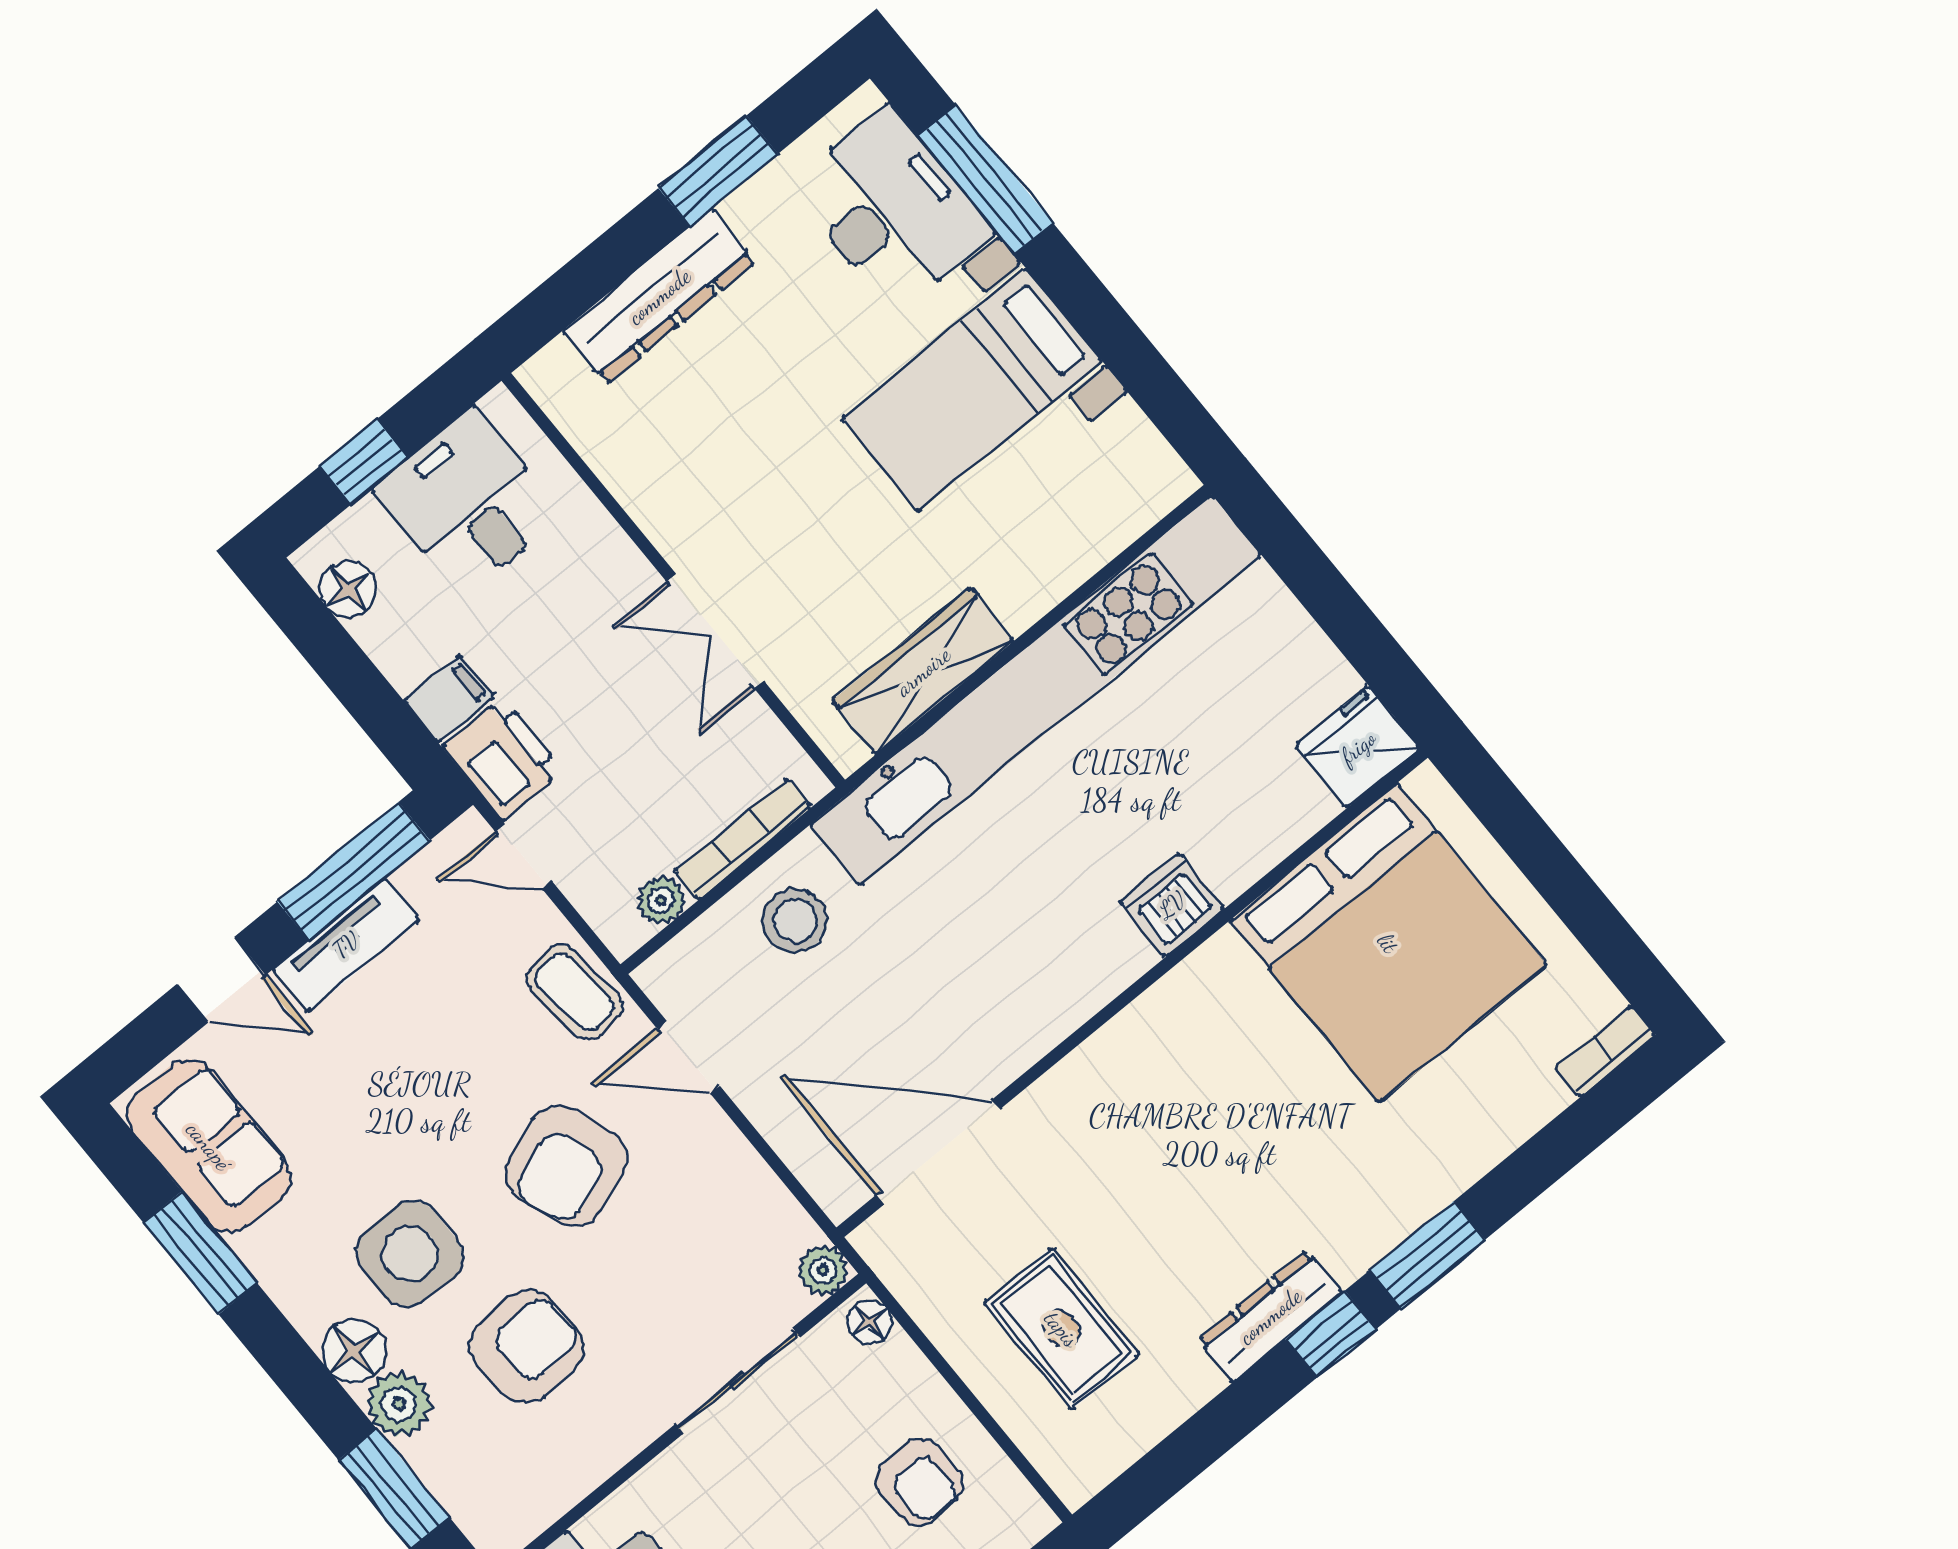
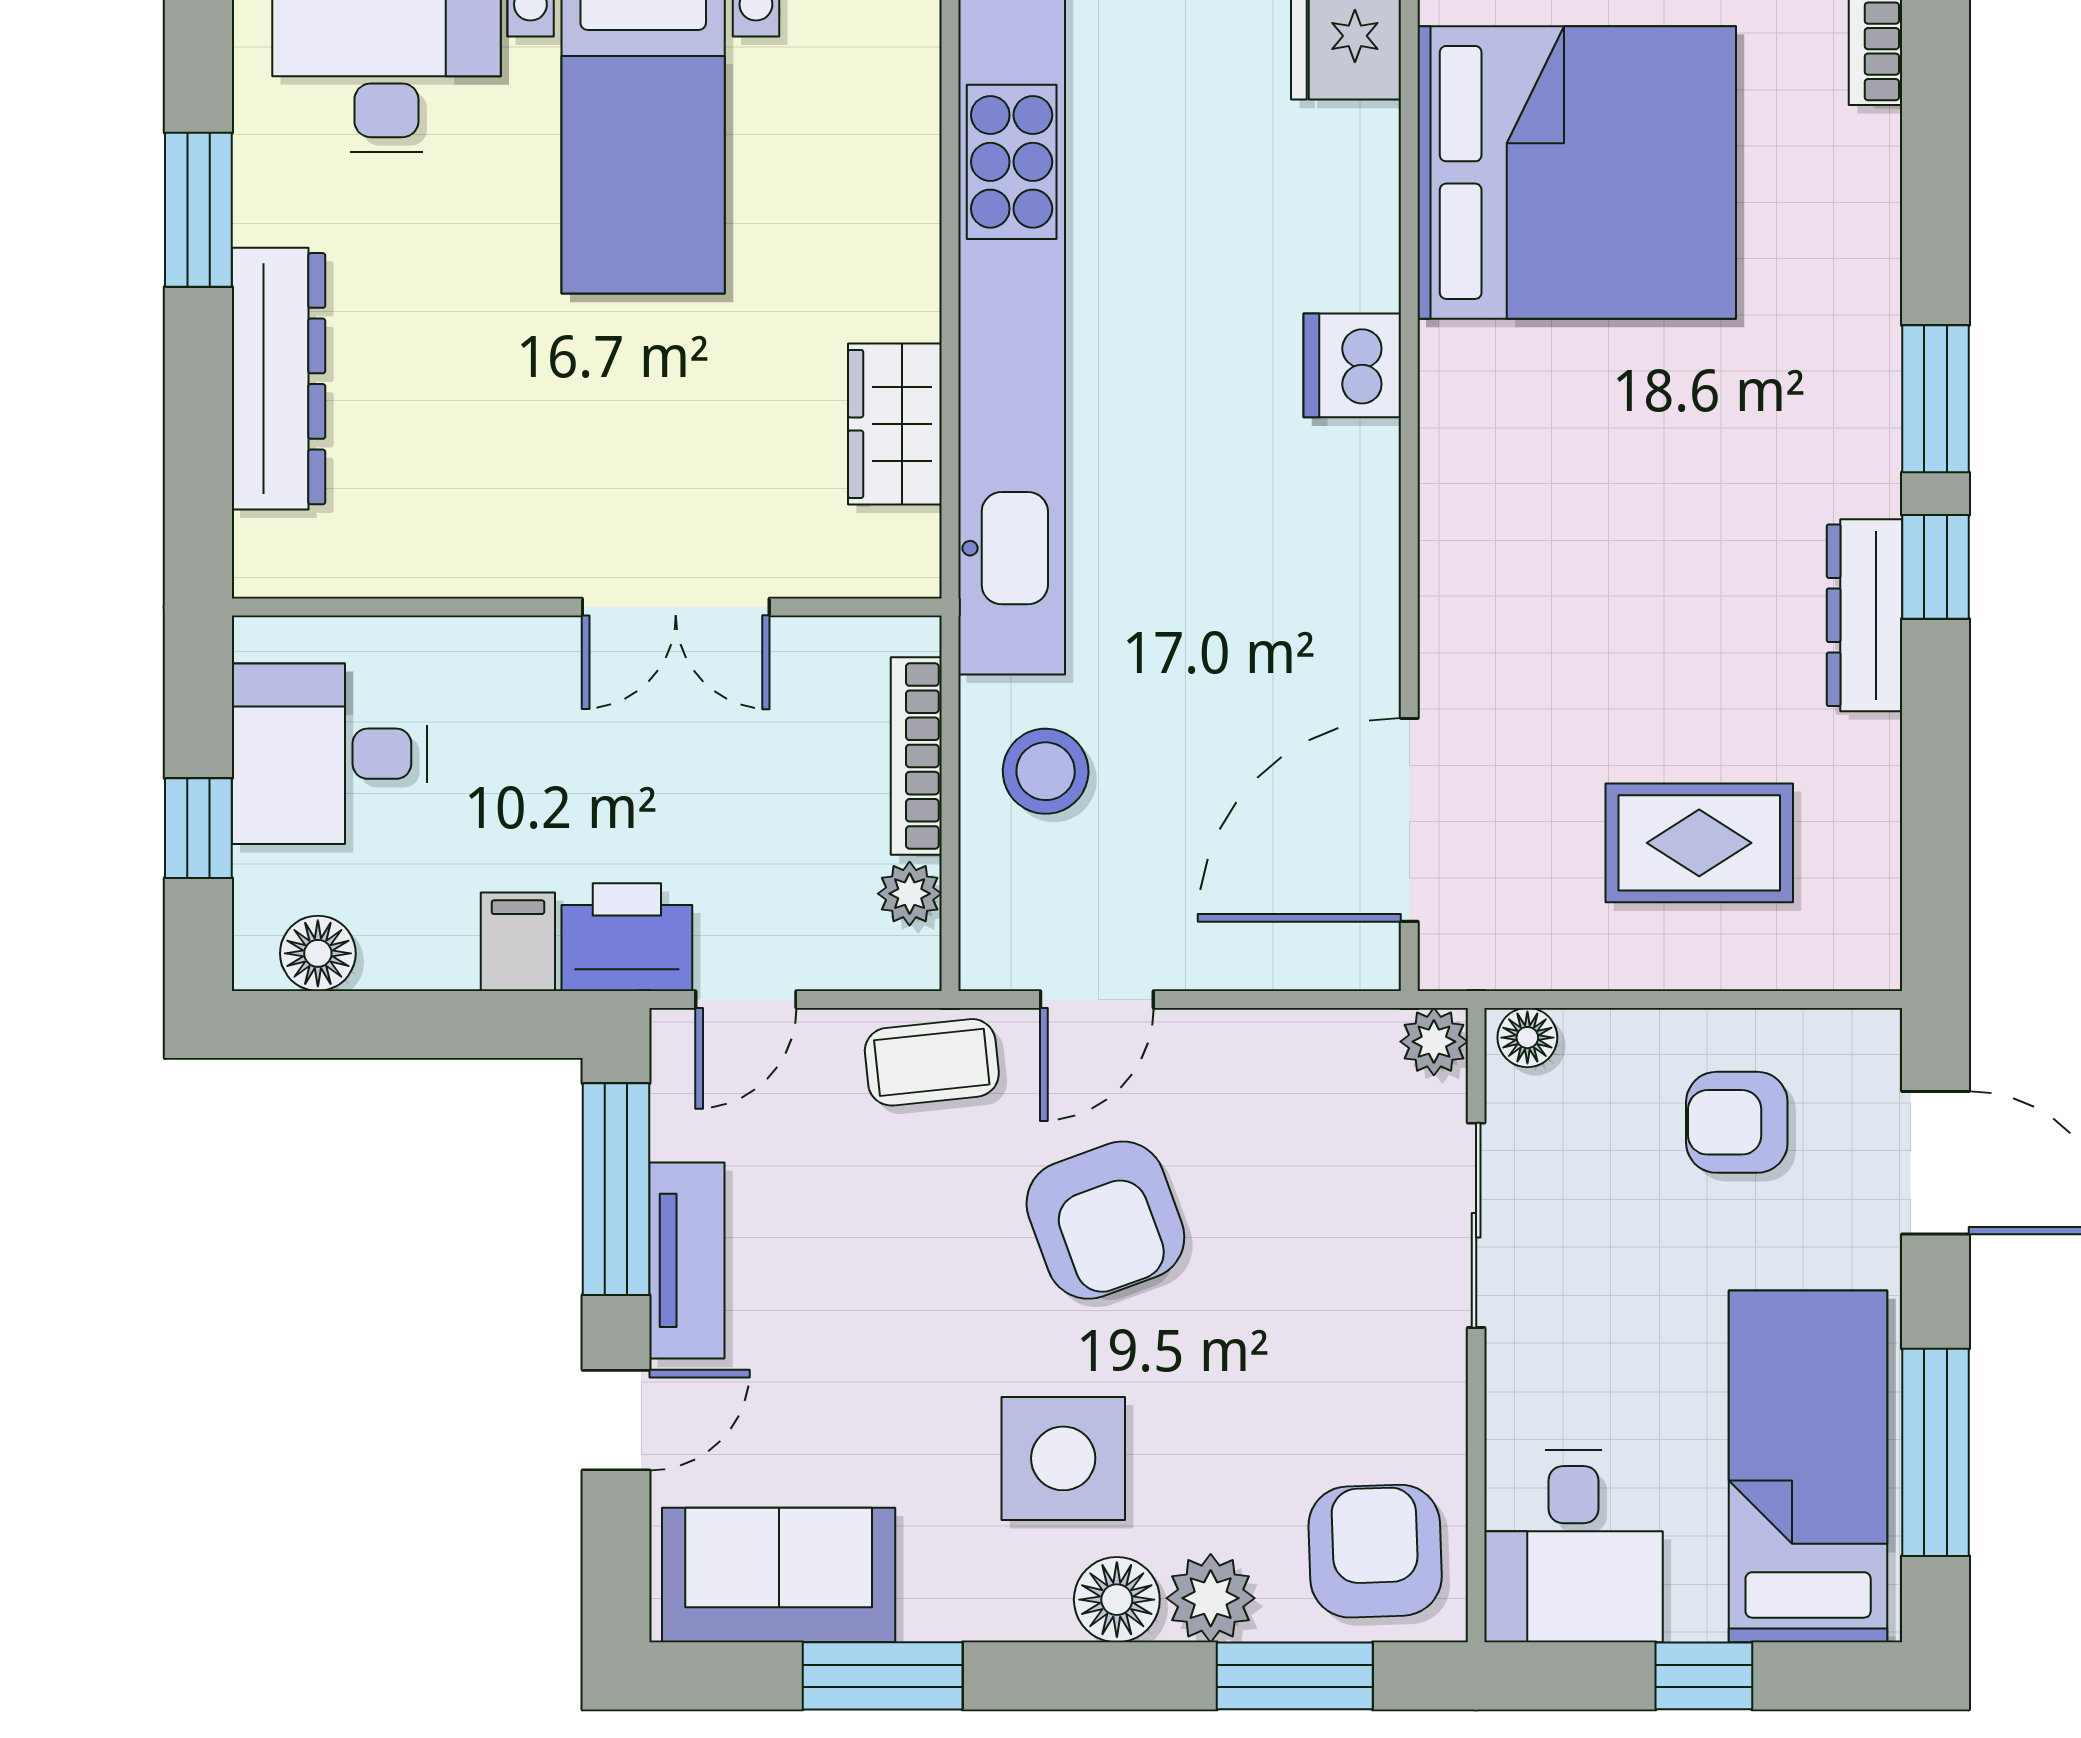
wardrobe: (923, 671) -> (895, 424), width x0.67
armchair: (527, 1346) -> (1375, 1551), moved
armchair: (919, 1482) -> (1737, 1122), turned 180

